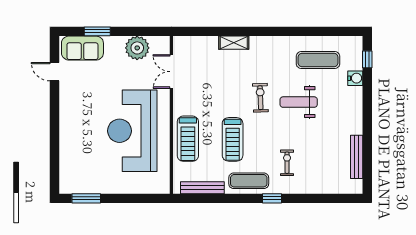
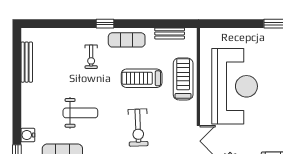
exercise bike: (260, 98) -> (138, 128), moved, width x1.38, depth x1.39
treadmill: (233, 139) -> (142, 78), turned -90
bench: (202, 188) -> (170, 33), width x0.73

